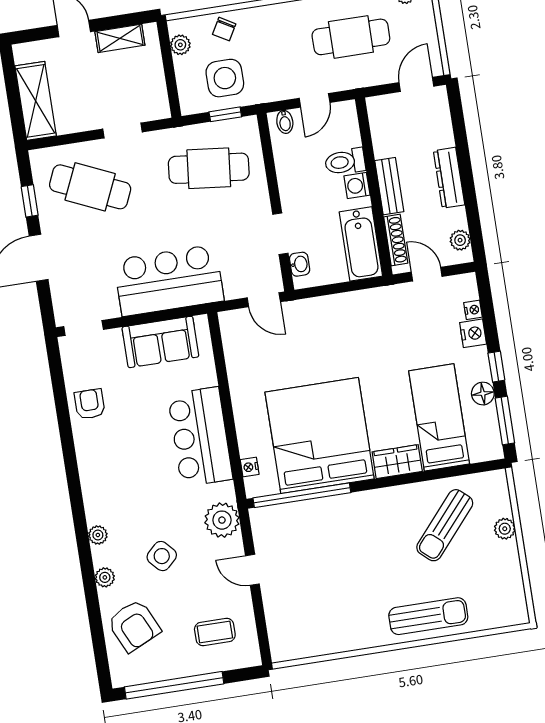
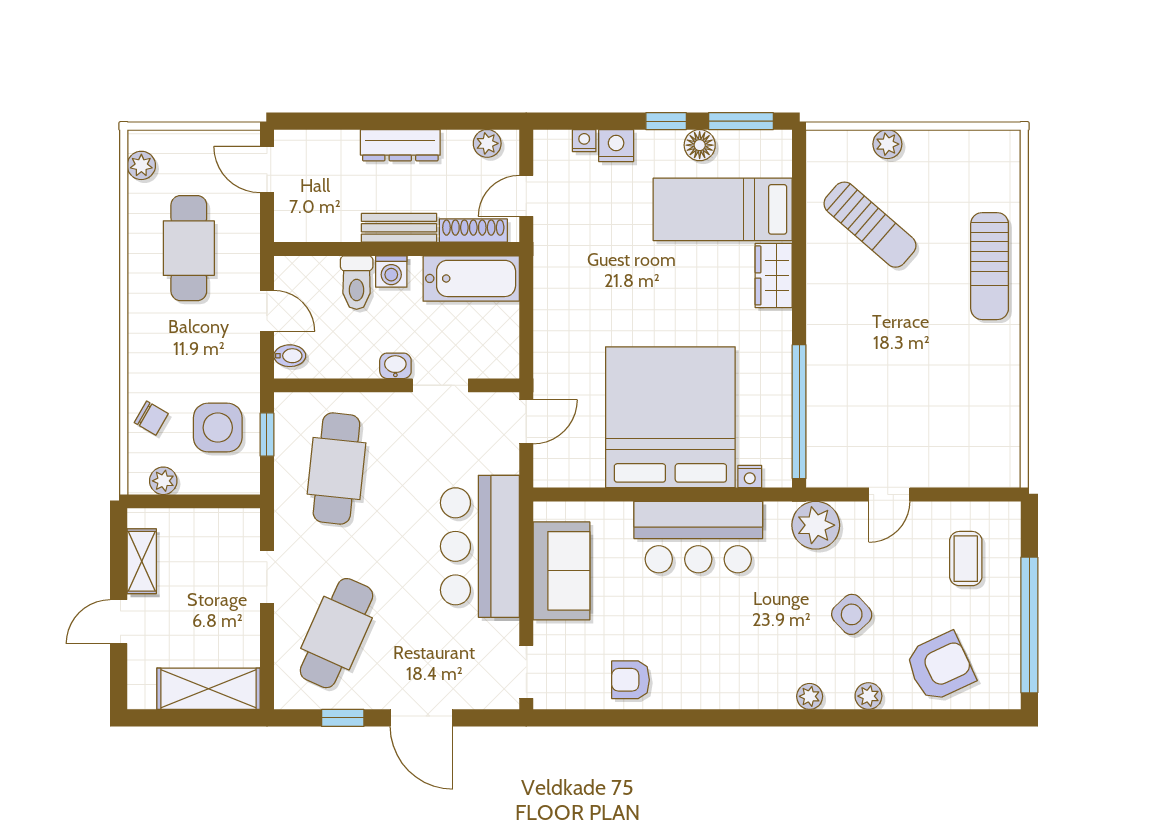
washbasin: (300, 264) -> (395, 366), moved
bed: (320, 435) -> (670, 417), moved, turned 90
sun lounger: (428, 616) -> (990, 266), turned 180

